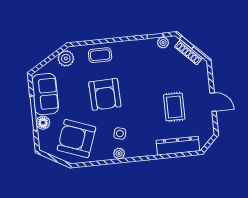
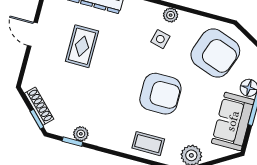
plant: (163, 43) -> (81, 134), moved
armchair: (105, 94) -> (160, 94), turned 92

